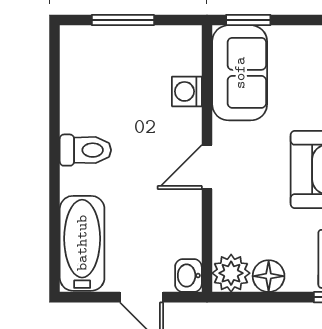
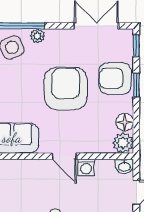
washing machine: (187, 91) -> (86, 167), moved

